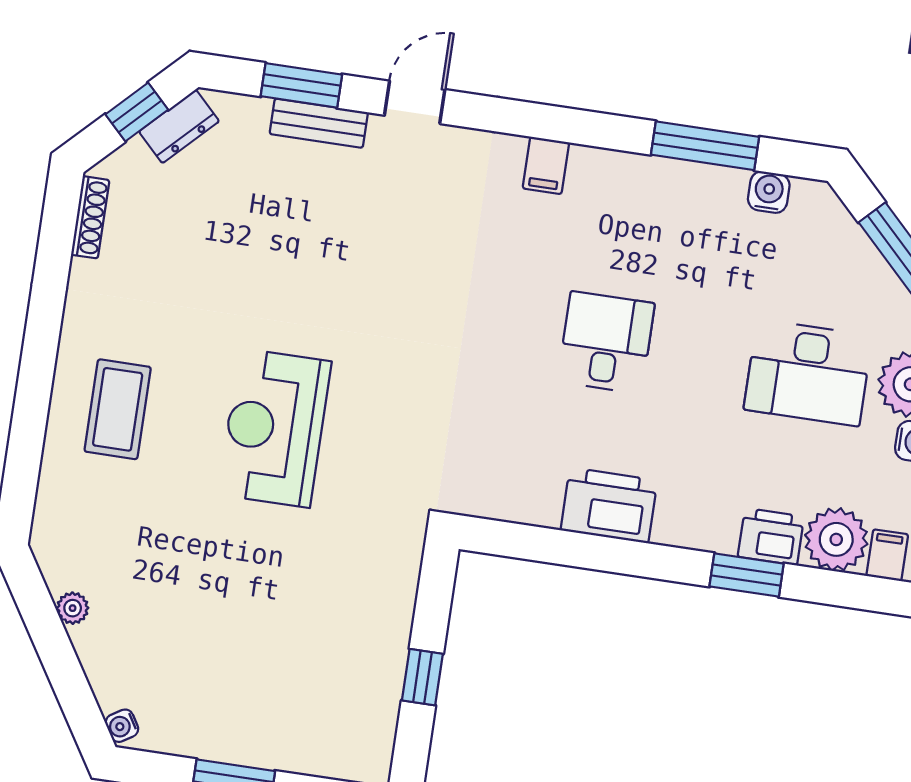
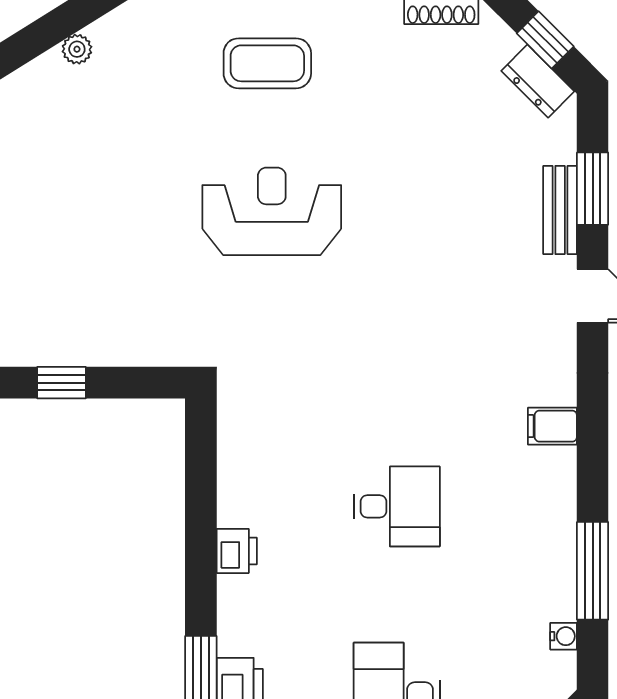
water cooler: (769, 192) -> (564, 636), width x0.72, depth x0.72
printer: (609, 505) -> (237, 551), width x0.53, depth x0.68

